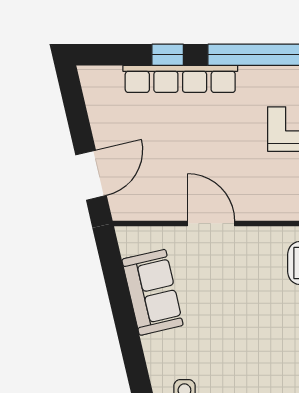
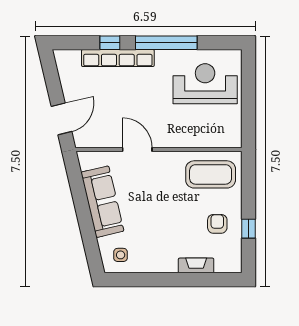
sofa: (152, 292) -> (102, 202), width x1.36

